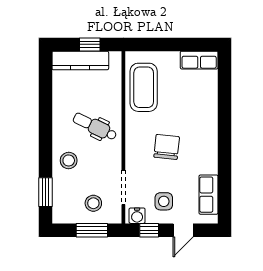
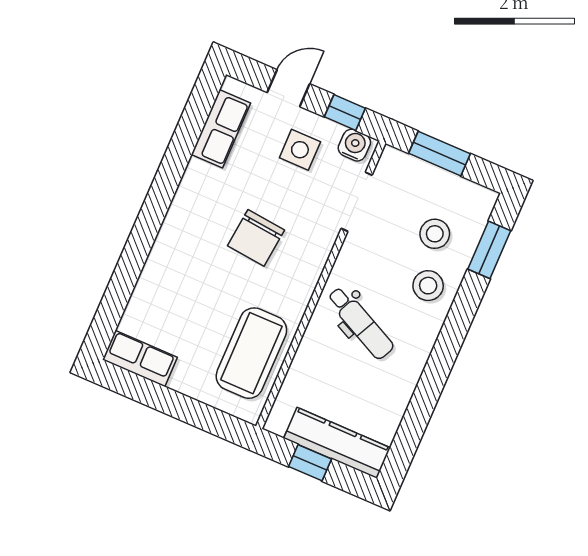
stool: (93, 203) -> (435, 234), moved

